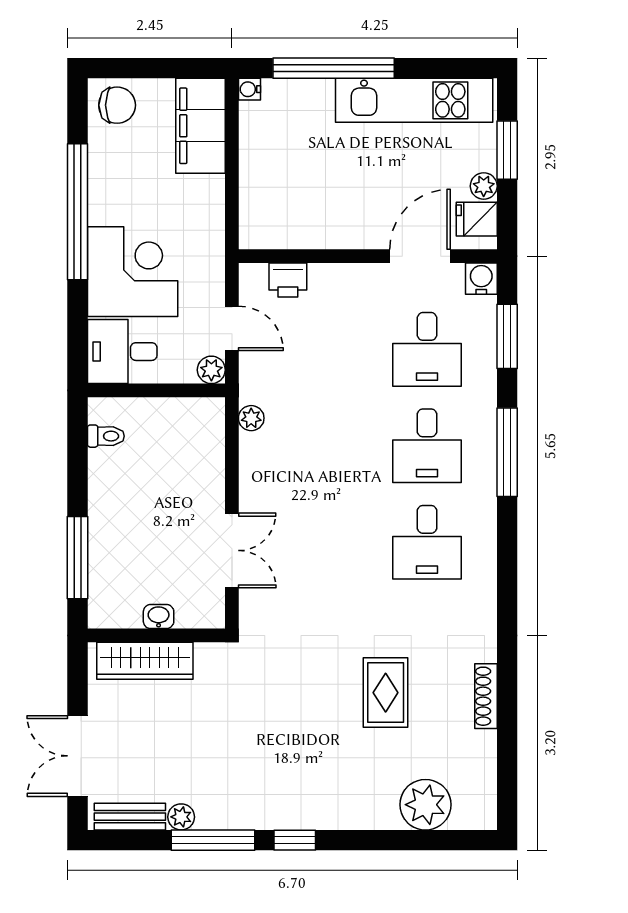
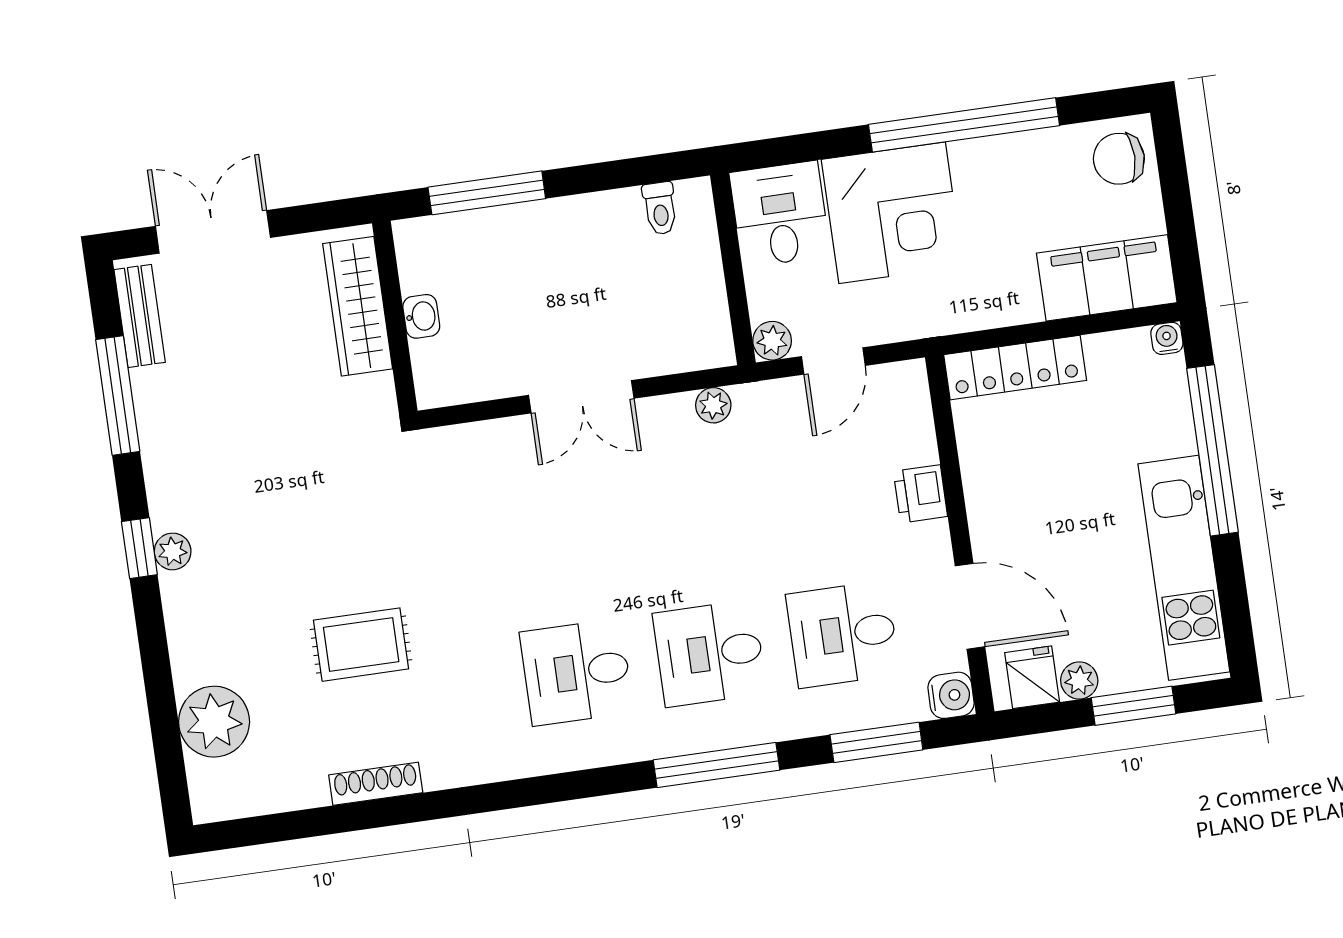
chair: (117, 105) -> (1119, 159), turned 90
locker: (255, 200) -> (1015, 368), added
printer: (288, 280) -> (920, 494), moved
double door: (232, 550) -> (581, 397), moved
plant: (181, 817) -> (173, 551), moved
window: (213, 840) -> (118, 396), moved

